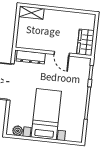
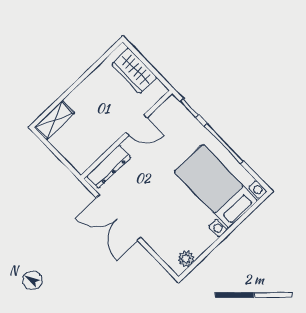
wardrobe: (85, 42) -> (134, 71), moved
bed with nightstands: (46, 114) -> (216, 186), moved

